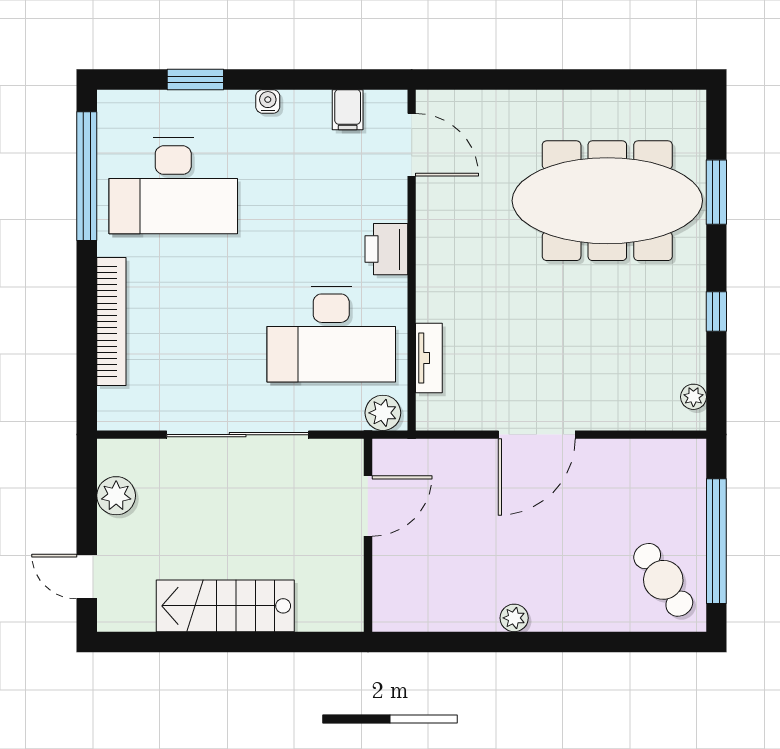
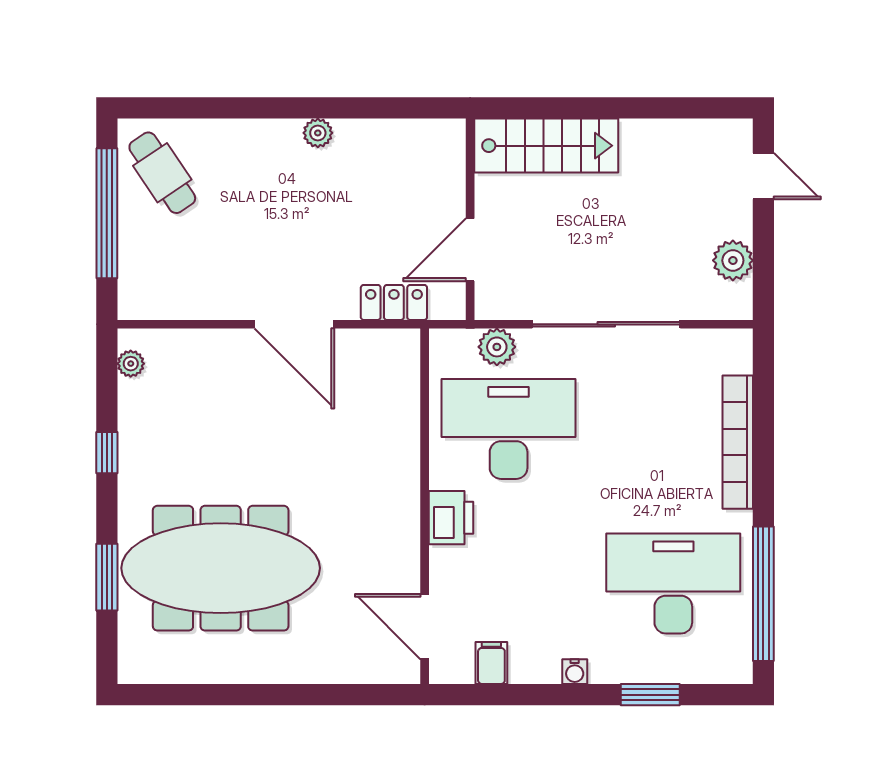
tv unit: (429, 358) -> (407, 404), removed
plant: (383, 413) -> (497, 347), moved
door: (537, 435) -> (294, 324), swing flipped
locker: (441, 455) -> (394, 302), added
stairs: (225, 606) -> (546, 146), moved

